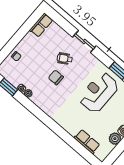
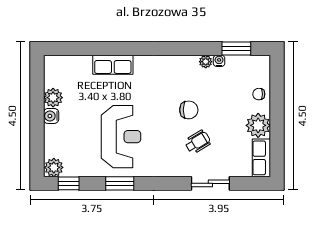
plant: (29, 42) -> (258, 125), added
sliding door: (84, 42) -> (210, 183), moved
row of seats: (87, 142) -> (113, 65), moved

